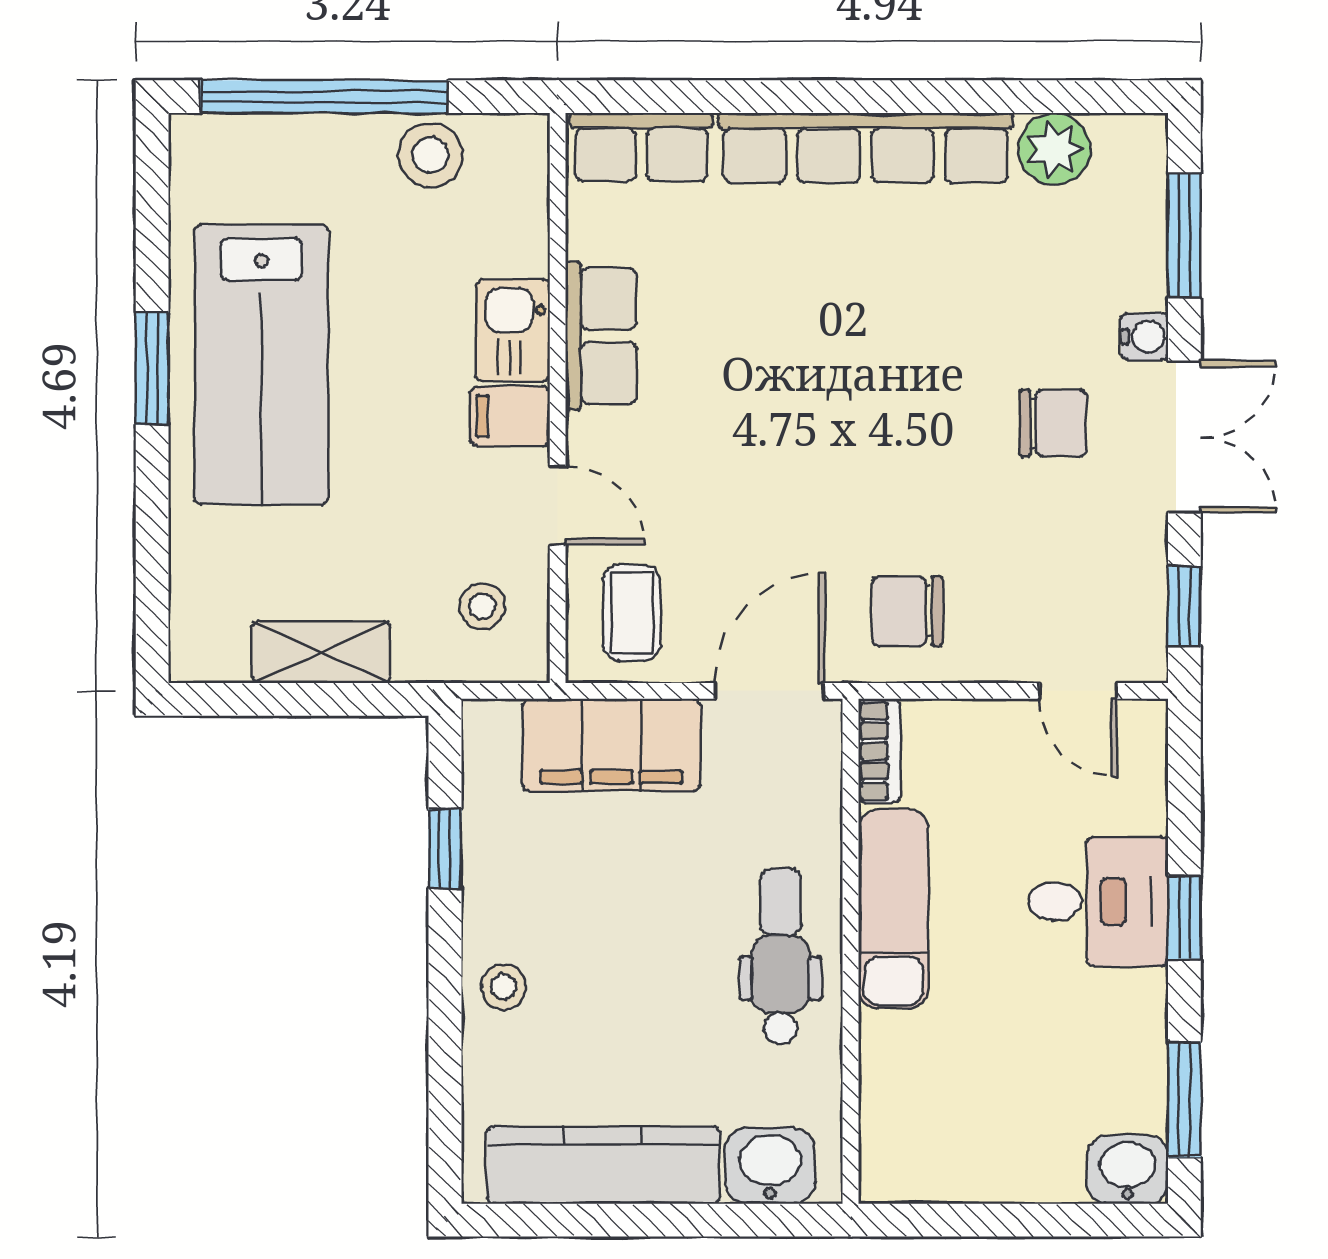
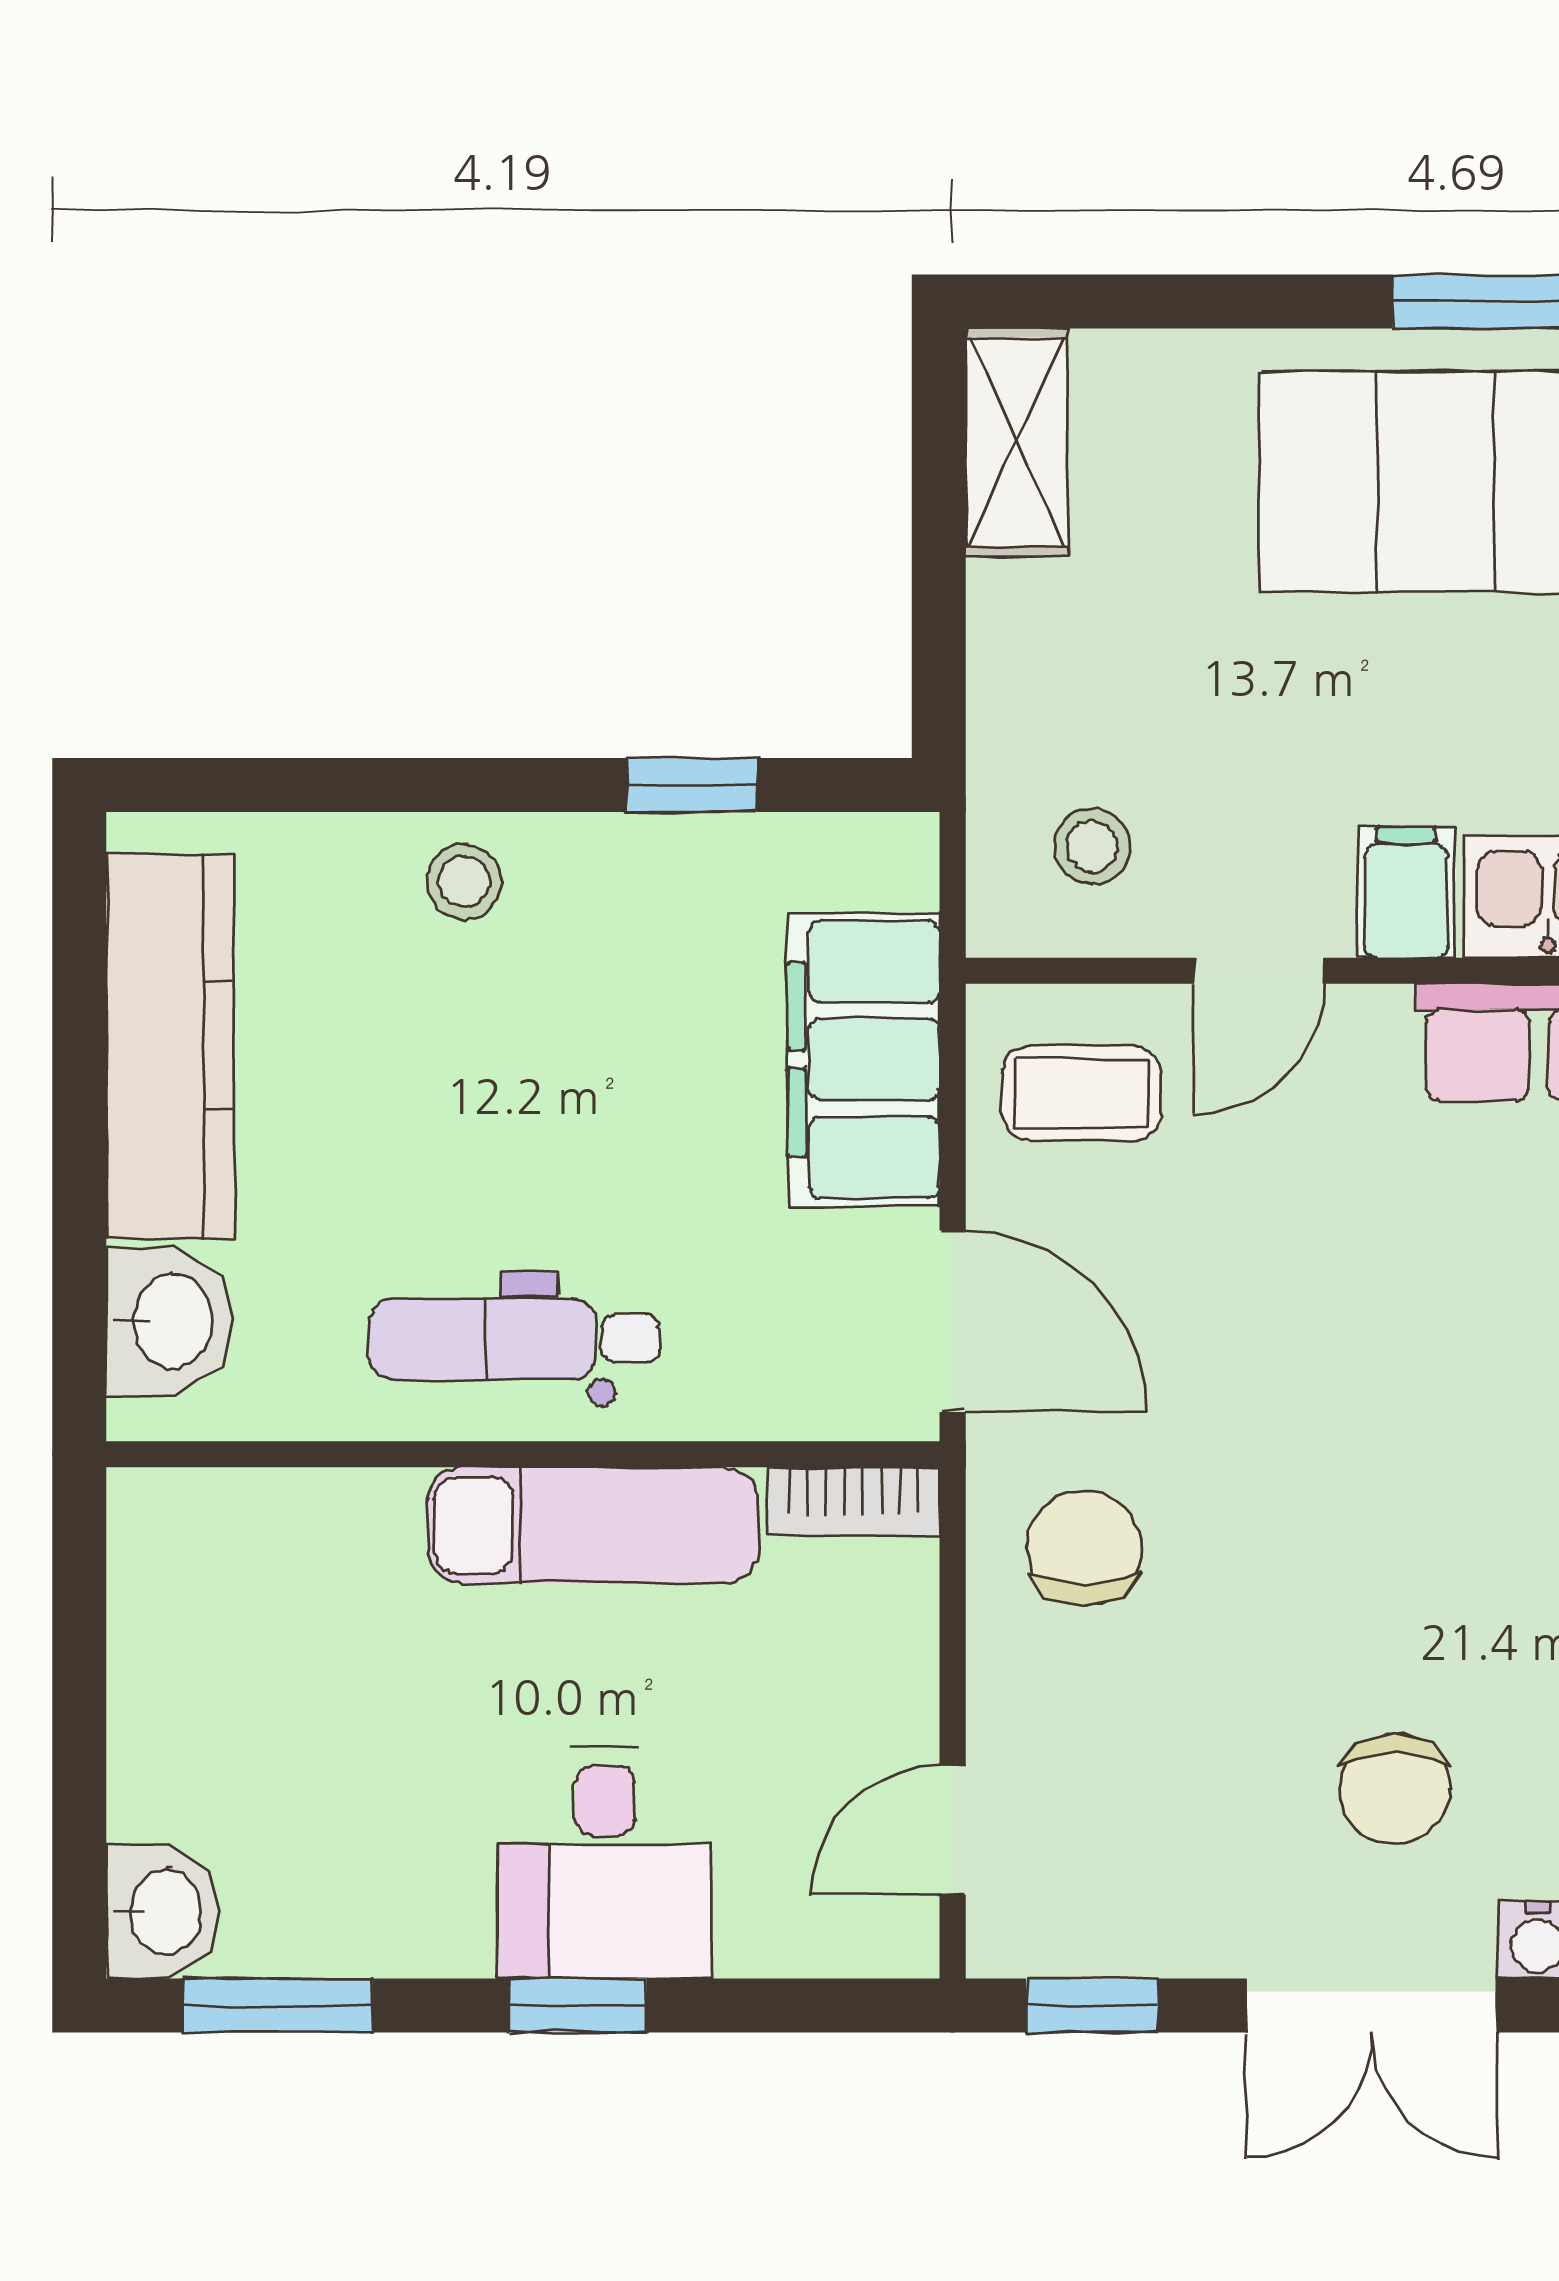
shelving: (321, 652) -> (1017, 442), moved
dental chair: (781, 956) -> (515, 1339), turned 180

